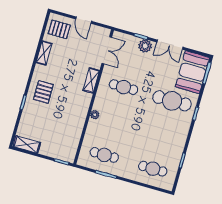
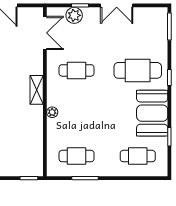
plant: (145, 46) -> (74, 15), moved
booth: (192, 72) -> (152, 113), moved
shelving: (91, 80) -> (37, 90), moved

